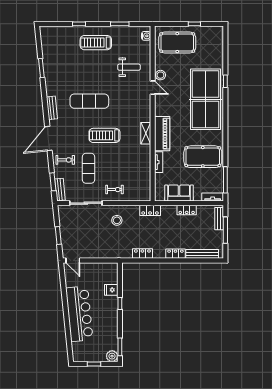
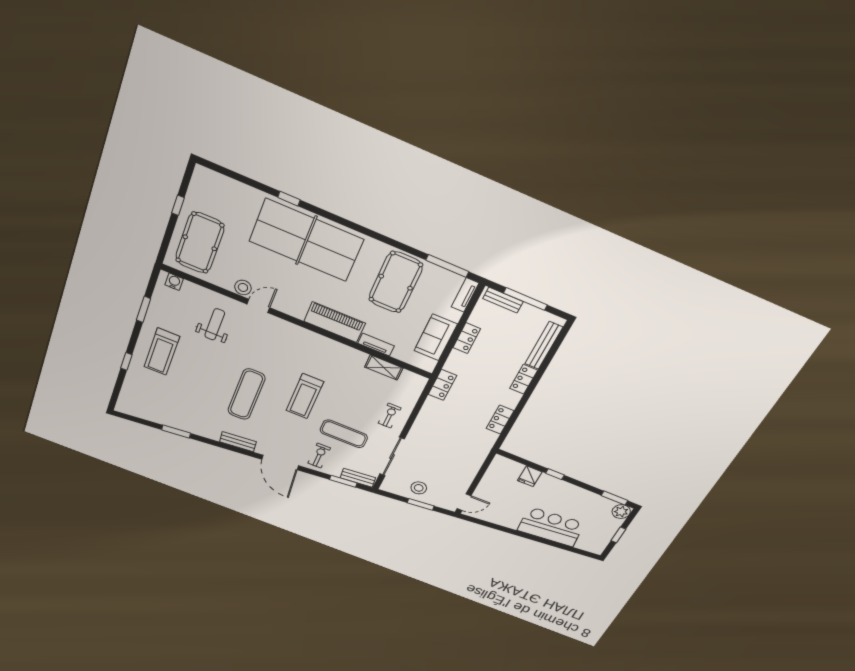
shelving: (146, 133) -> (384, 368), moved
stool: (117, 220) -> (419, 488), moved
bar counter: (79, 314) -> (551, 527), width x0.73

